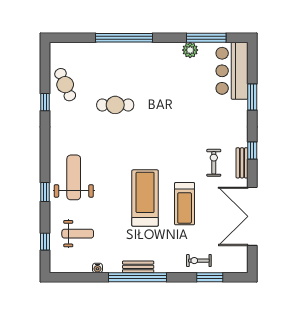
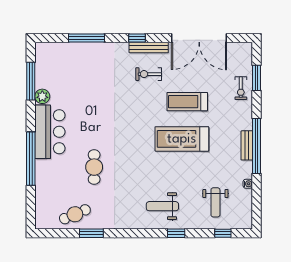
bar counter: (232, 71) -> (50, 132), moved, turned -90
window: (252, 97) -> (87, 38), width x1.44
window: (45, 102) -> (91, 233), width x1.50
bench: (242, 163) -> (149, 47), width x1.36
weight bench: (74, 177) -> (162, 206), width x0.73, depth x0.75
treadmill: (185, 204) -> (187, 102), turned 180
weight bench: (78, 234) -> (215, 202), turned 180

